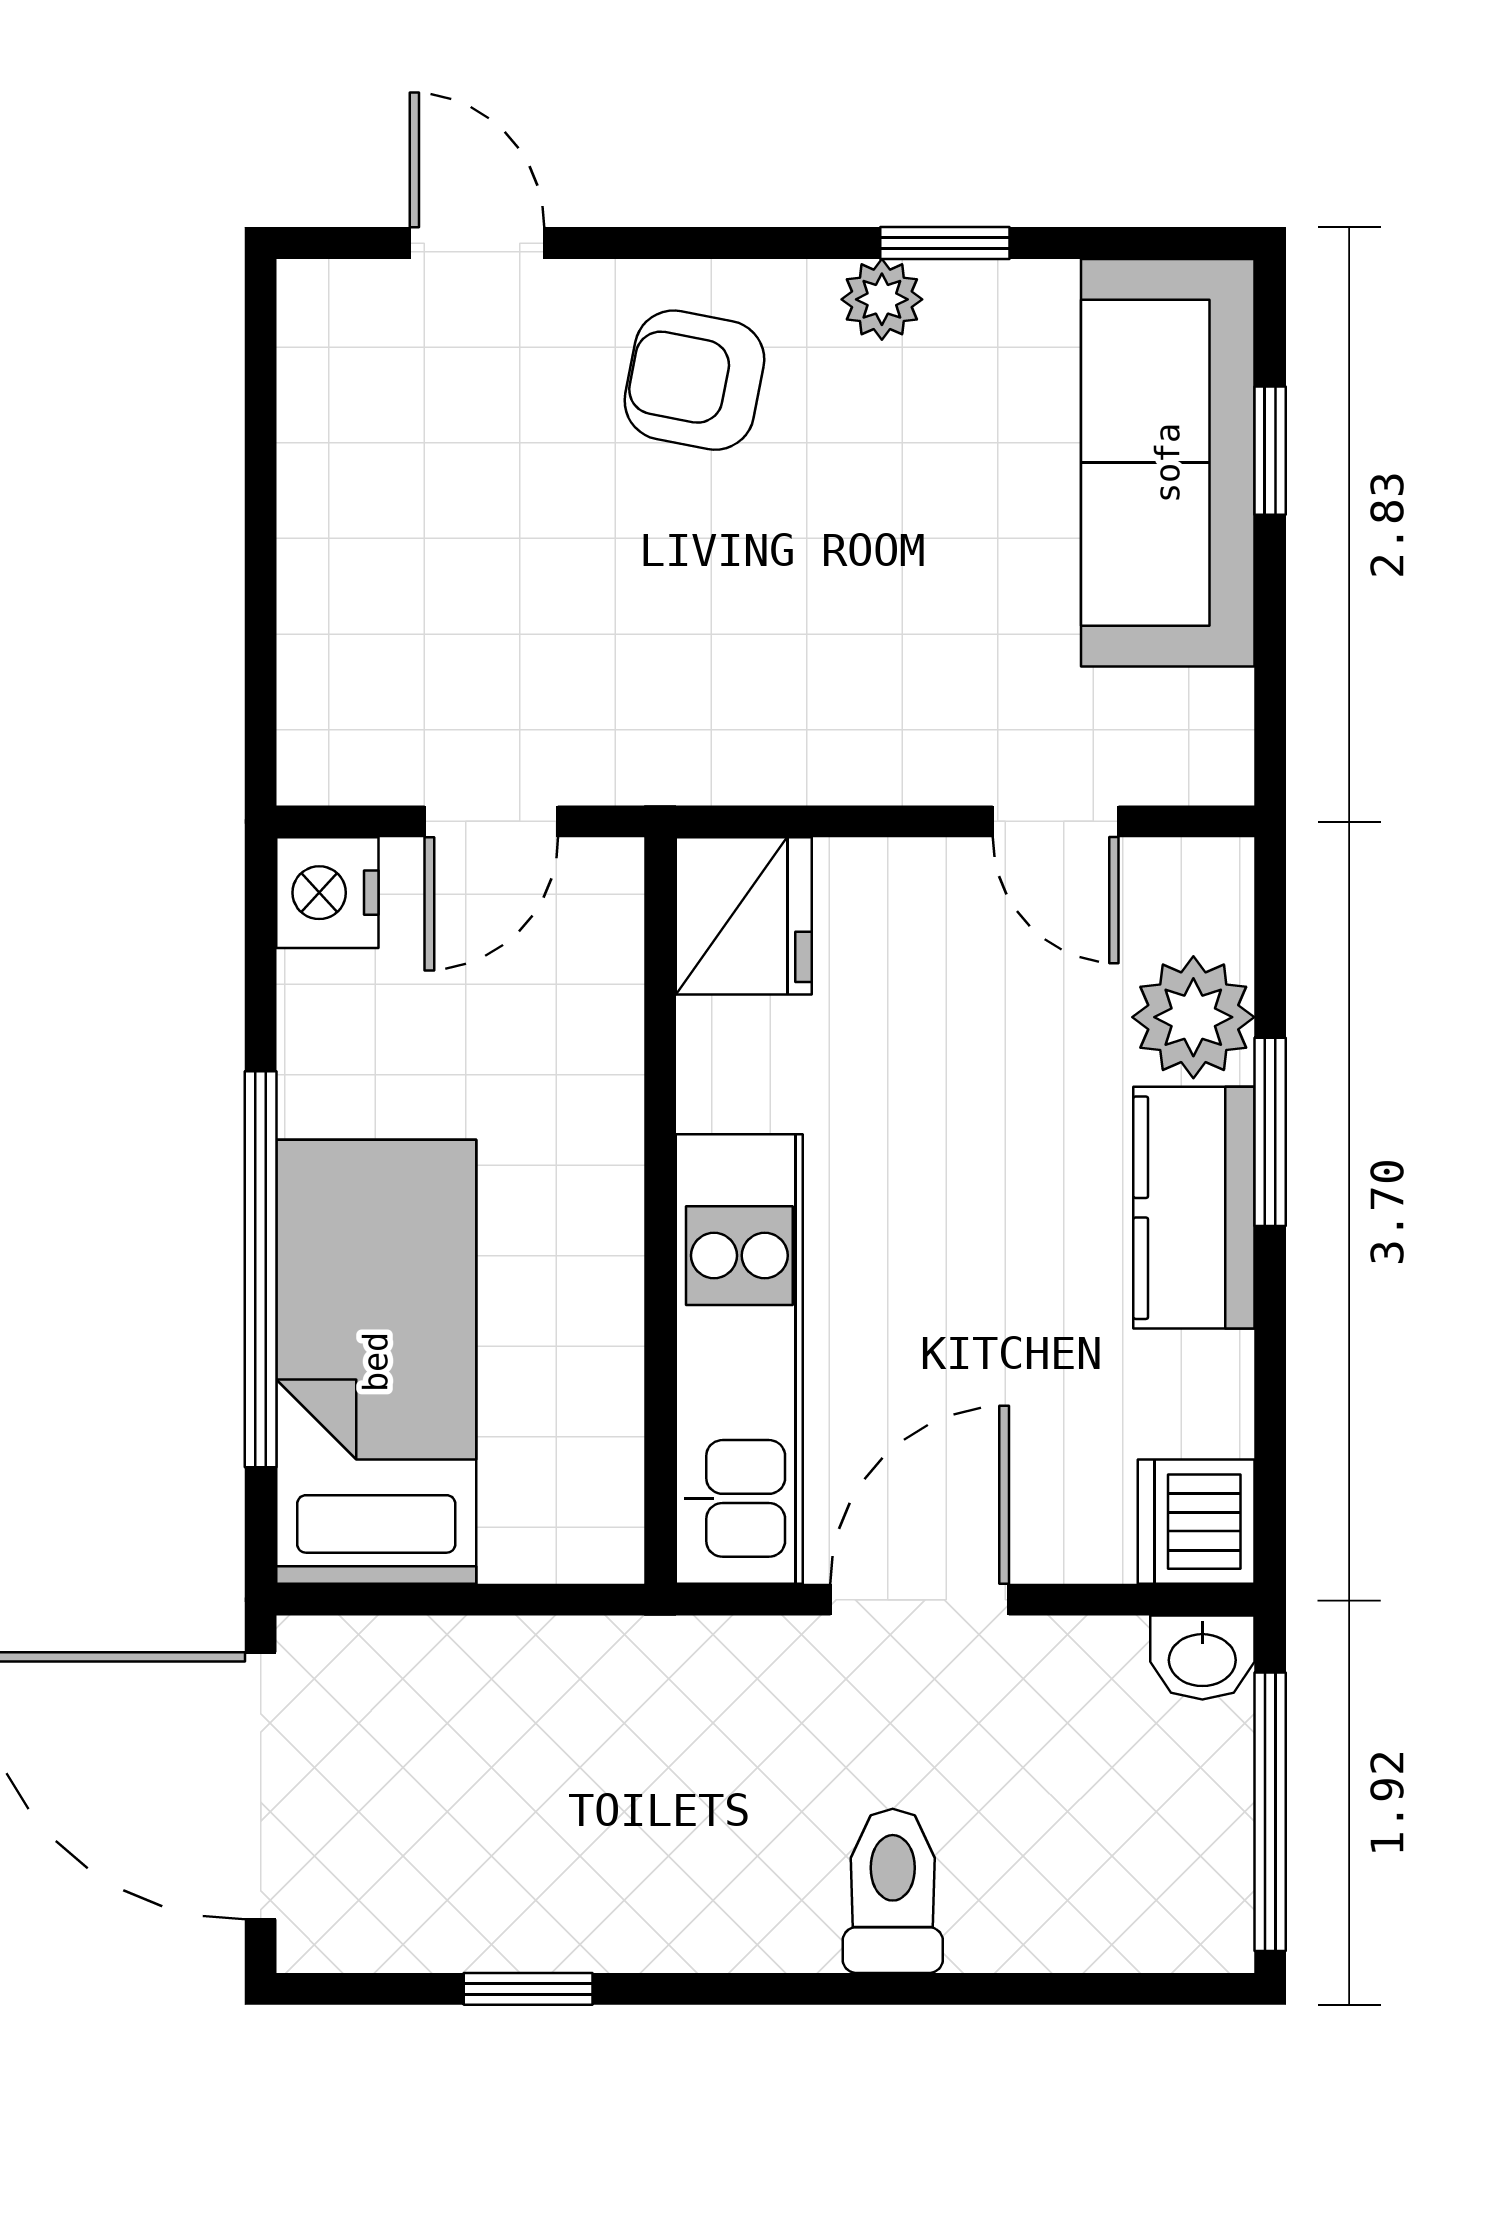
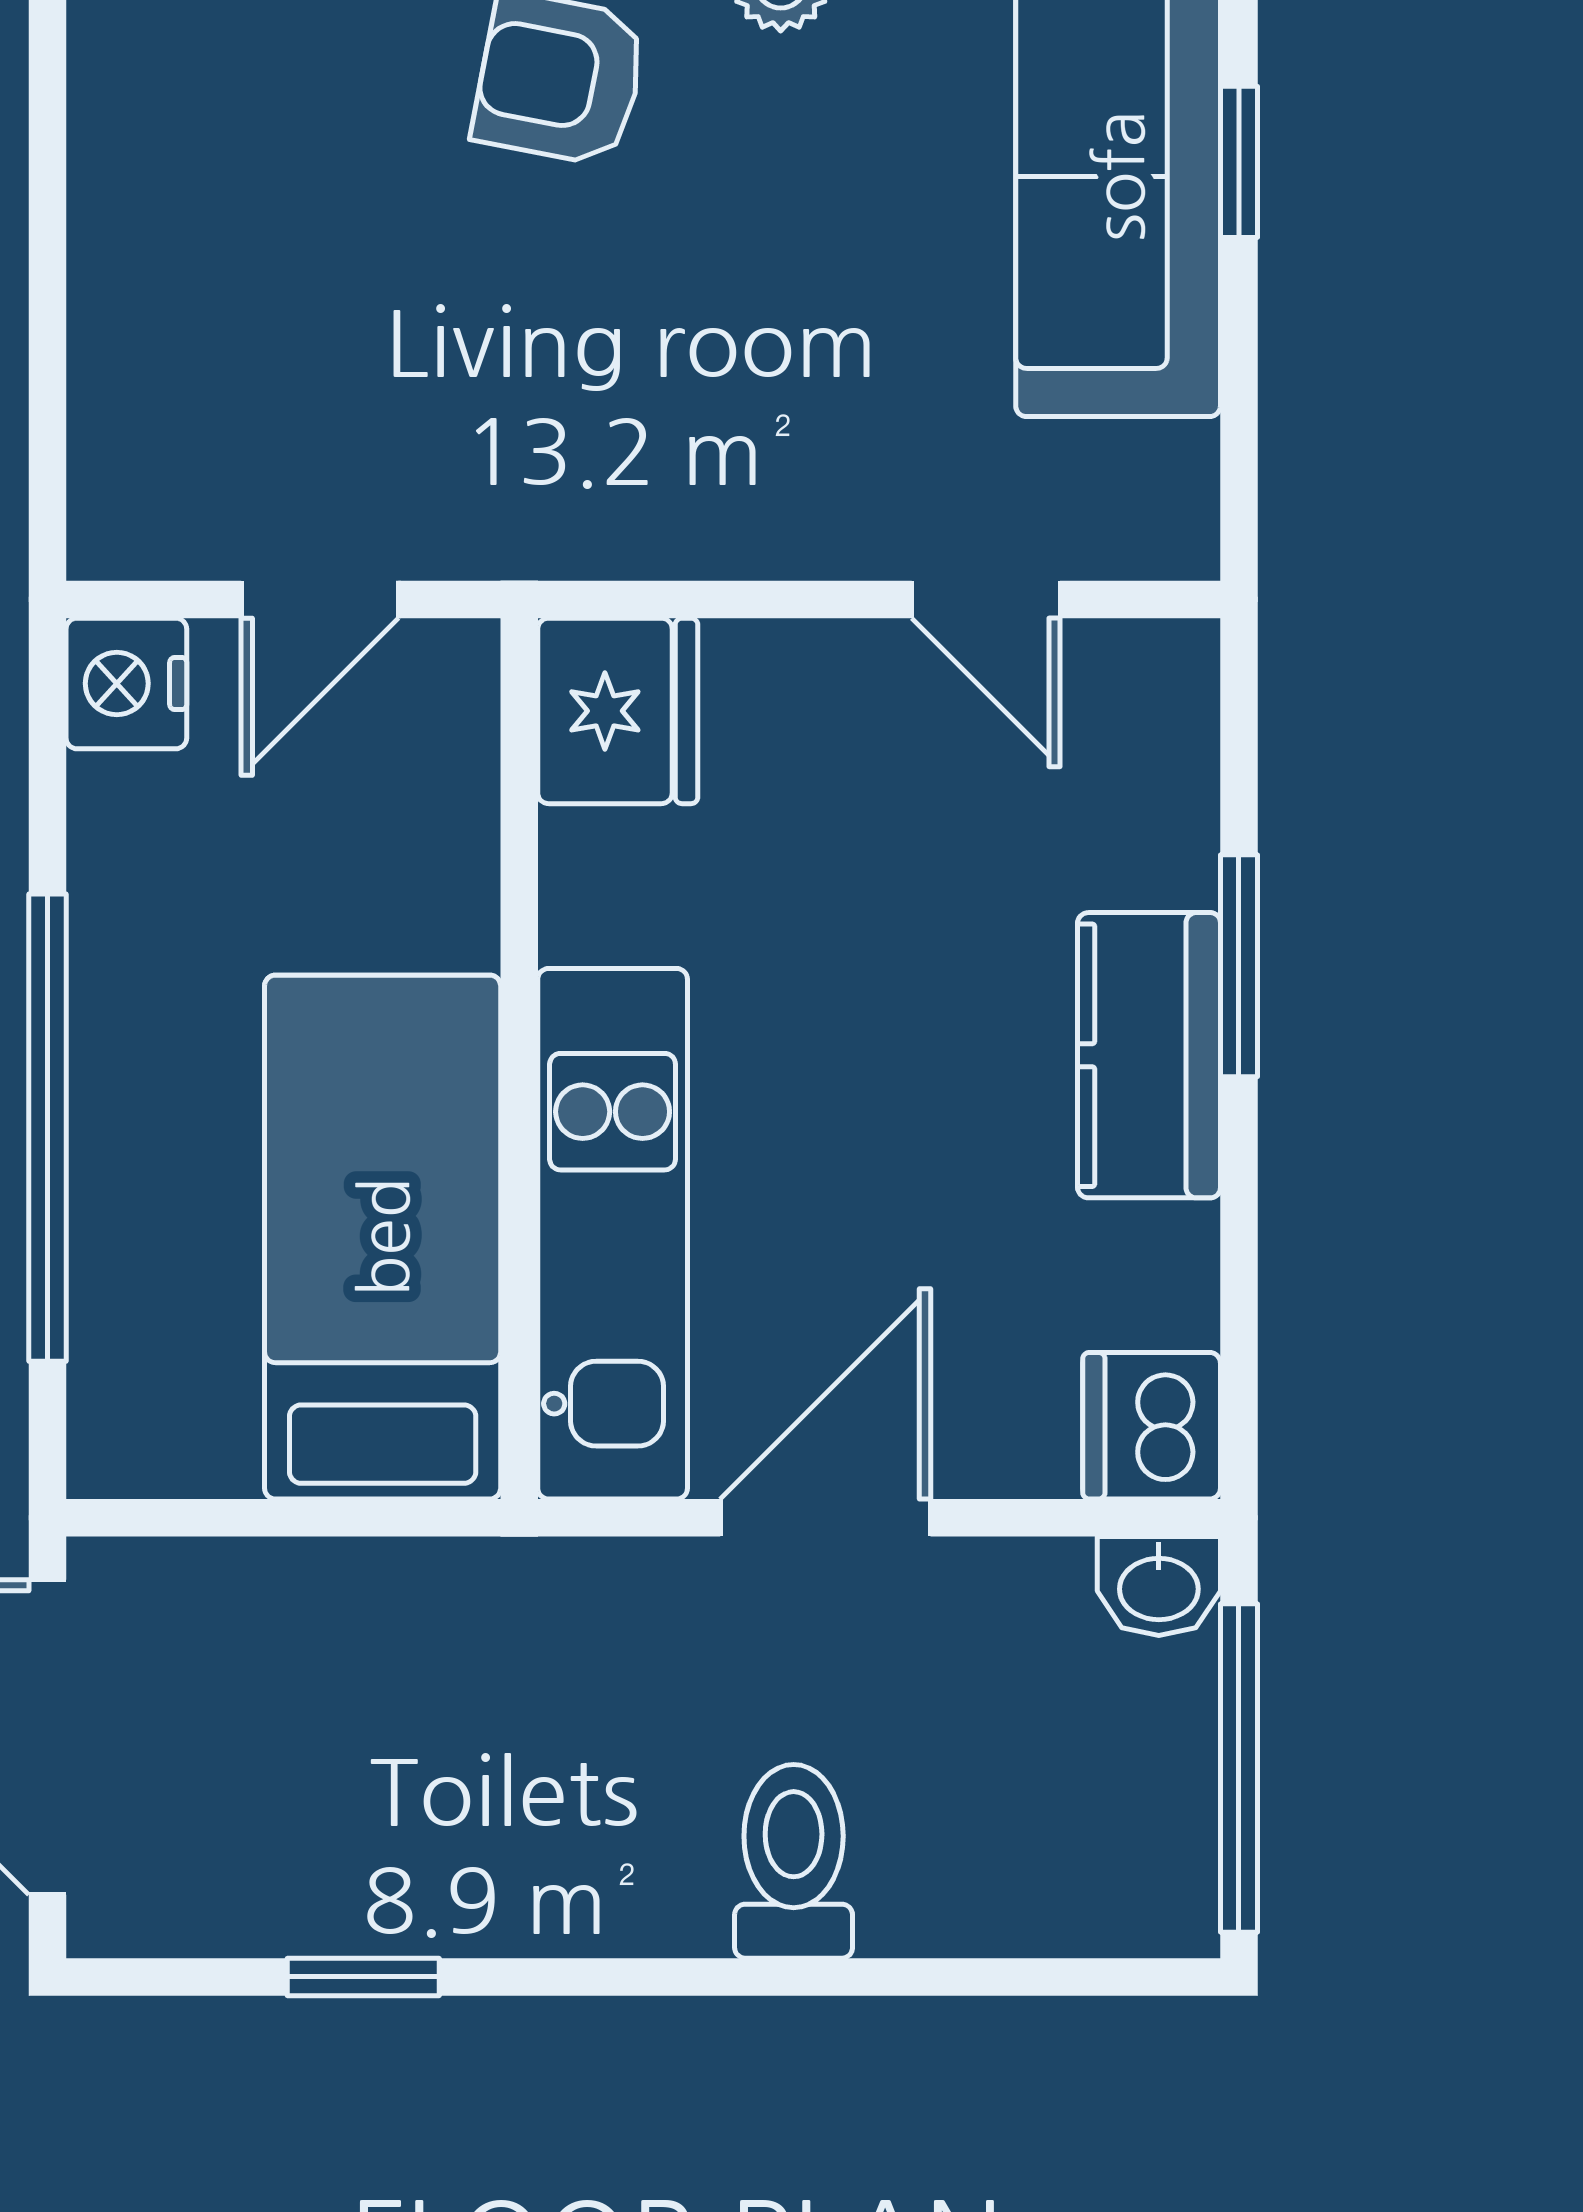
plant: (1193, 1017) -> (1148, 830), removed
bed: (376, 1362) -> (383, 1237), moved

